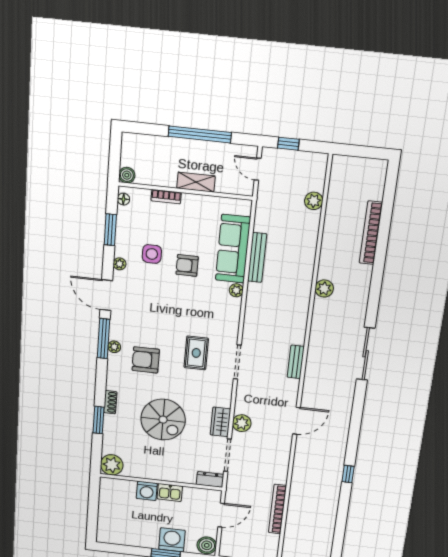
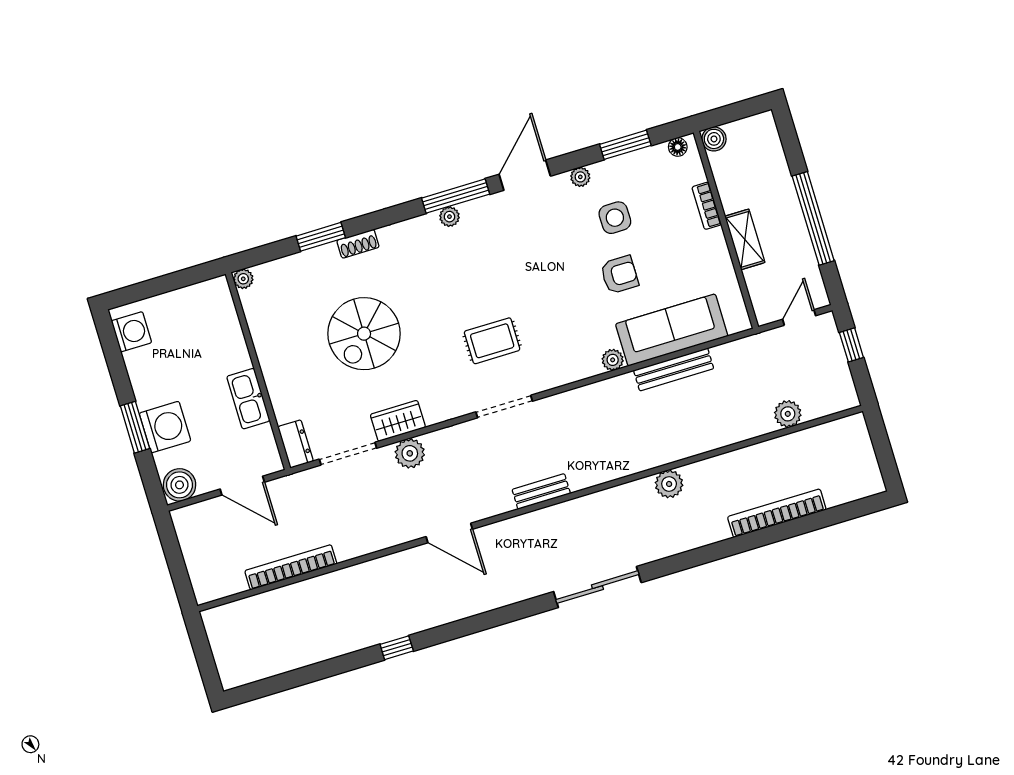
armchair: (187, 265) -> (619, 275), turned 90
armchair: (146, 360) -> (449, 271), removed
plant: (112, 465) -> (243, 279), width x0.53, depth x0.53
washing machine: (147, 491) -> (131, 332), moved, turned 180
kitchen sink: (170, 492) -> (248, 399), width x1.38

